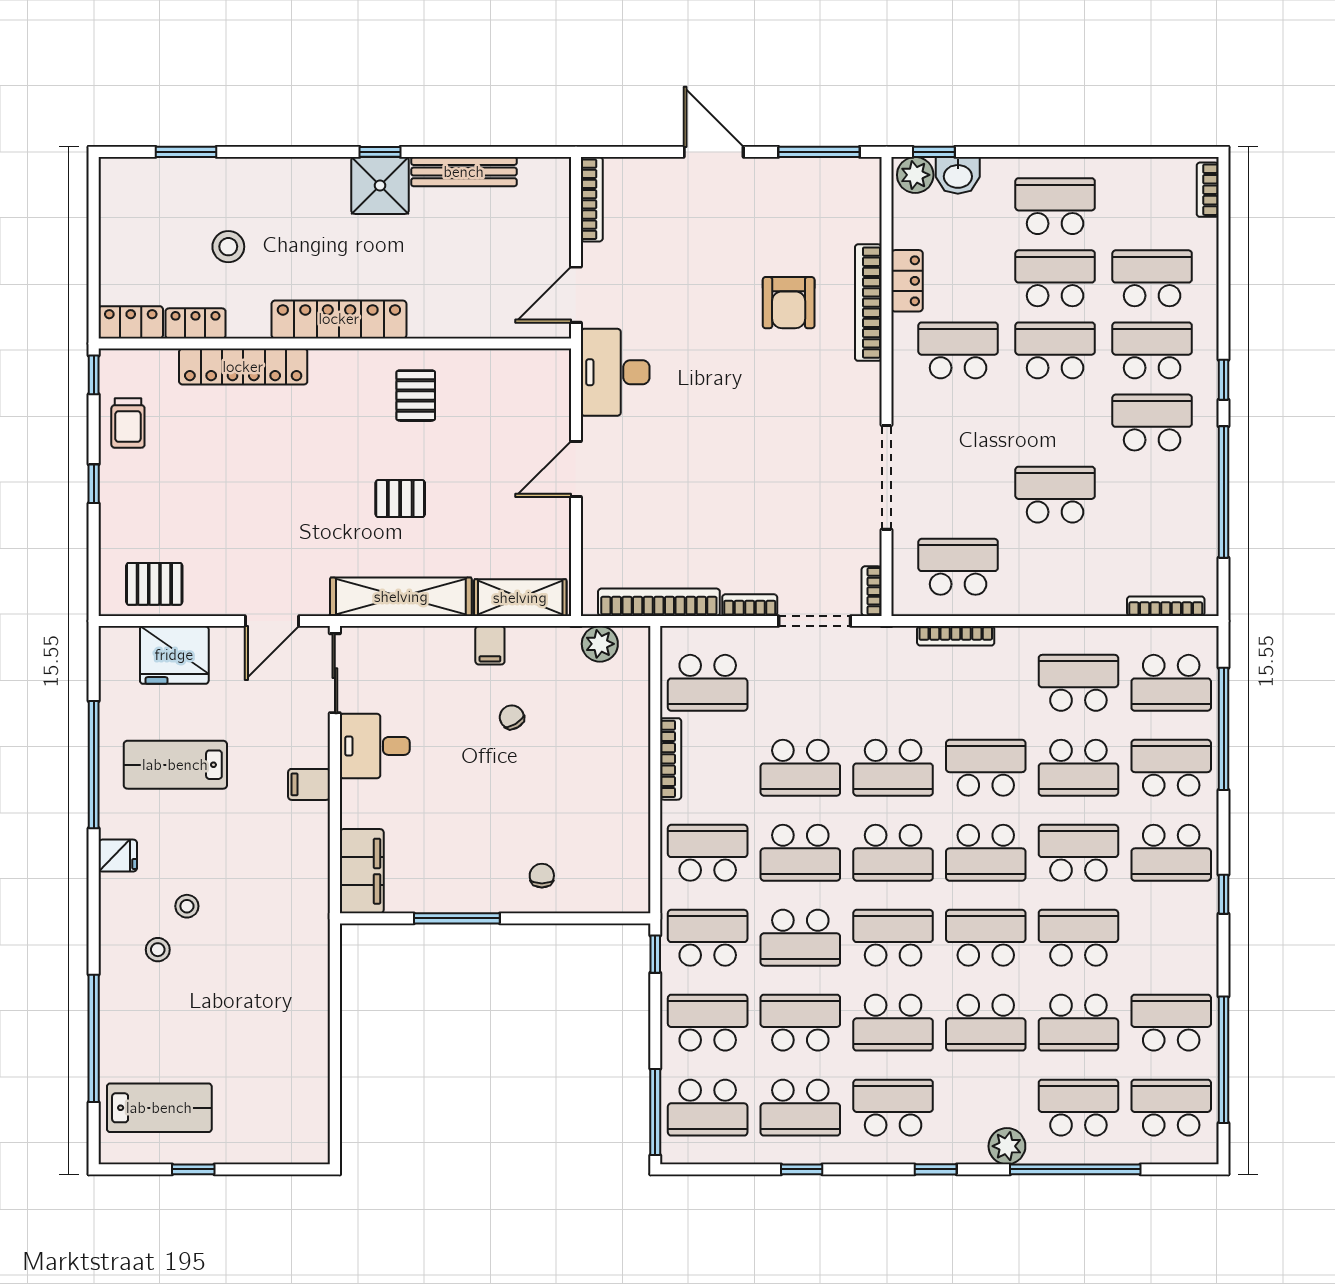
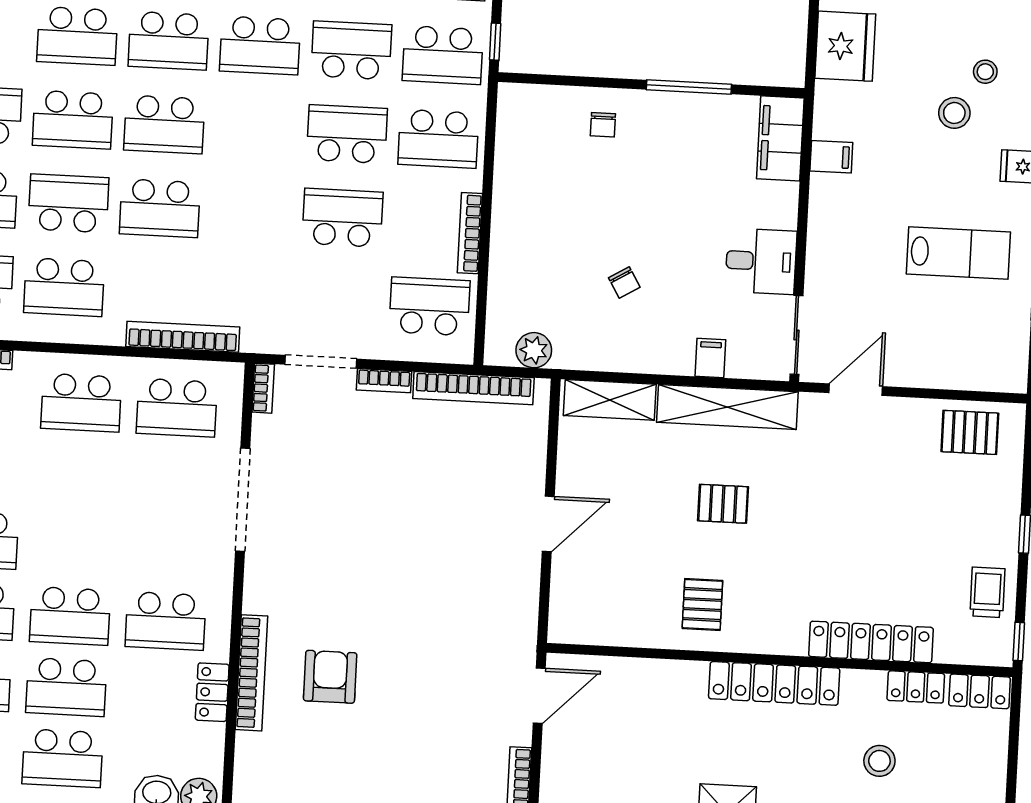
desk: (615, 372) -> (505, 617), removed
school desk: (1055, 495) -> (81, 403), moved
bookcase: (956, 636) -> (183, 337), width x1.48, depth x1.31
filing cabinet: (490, 645) -> (710, 358), moved
fridge: (174, 655) -> (845, 46), moved, turned 90
school desk: (893, 768) -> (251, 213), removed
filing cabinet: (309, 784) -> (831, 157), moved
school desk: (893, 853) -> (256, 129), removed
school desk: (986, 853) -> (164, 124), turned 180
stool: (187, 906) -> (954, 113), width x1.37, depth x1.37

